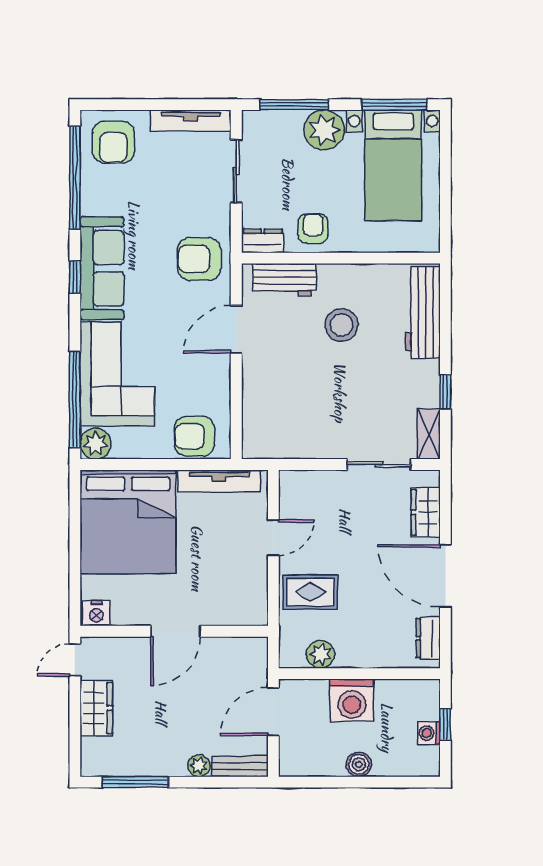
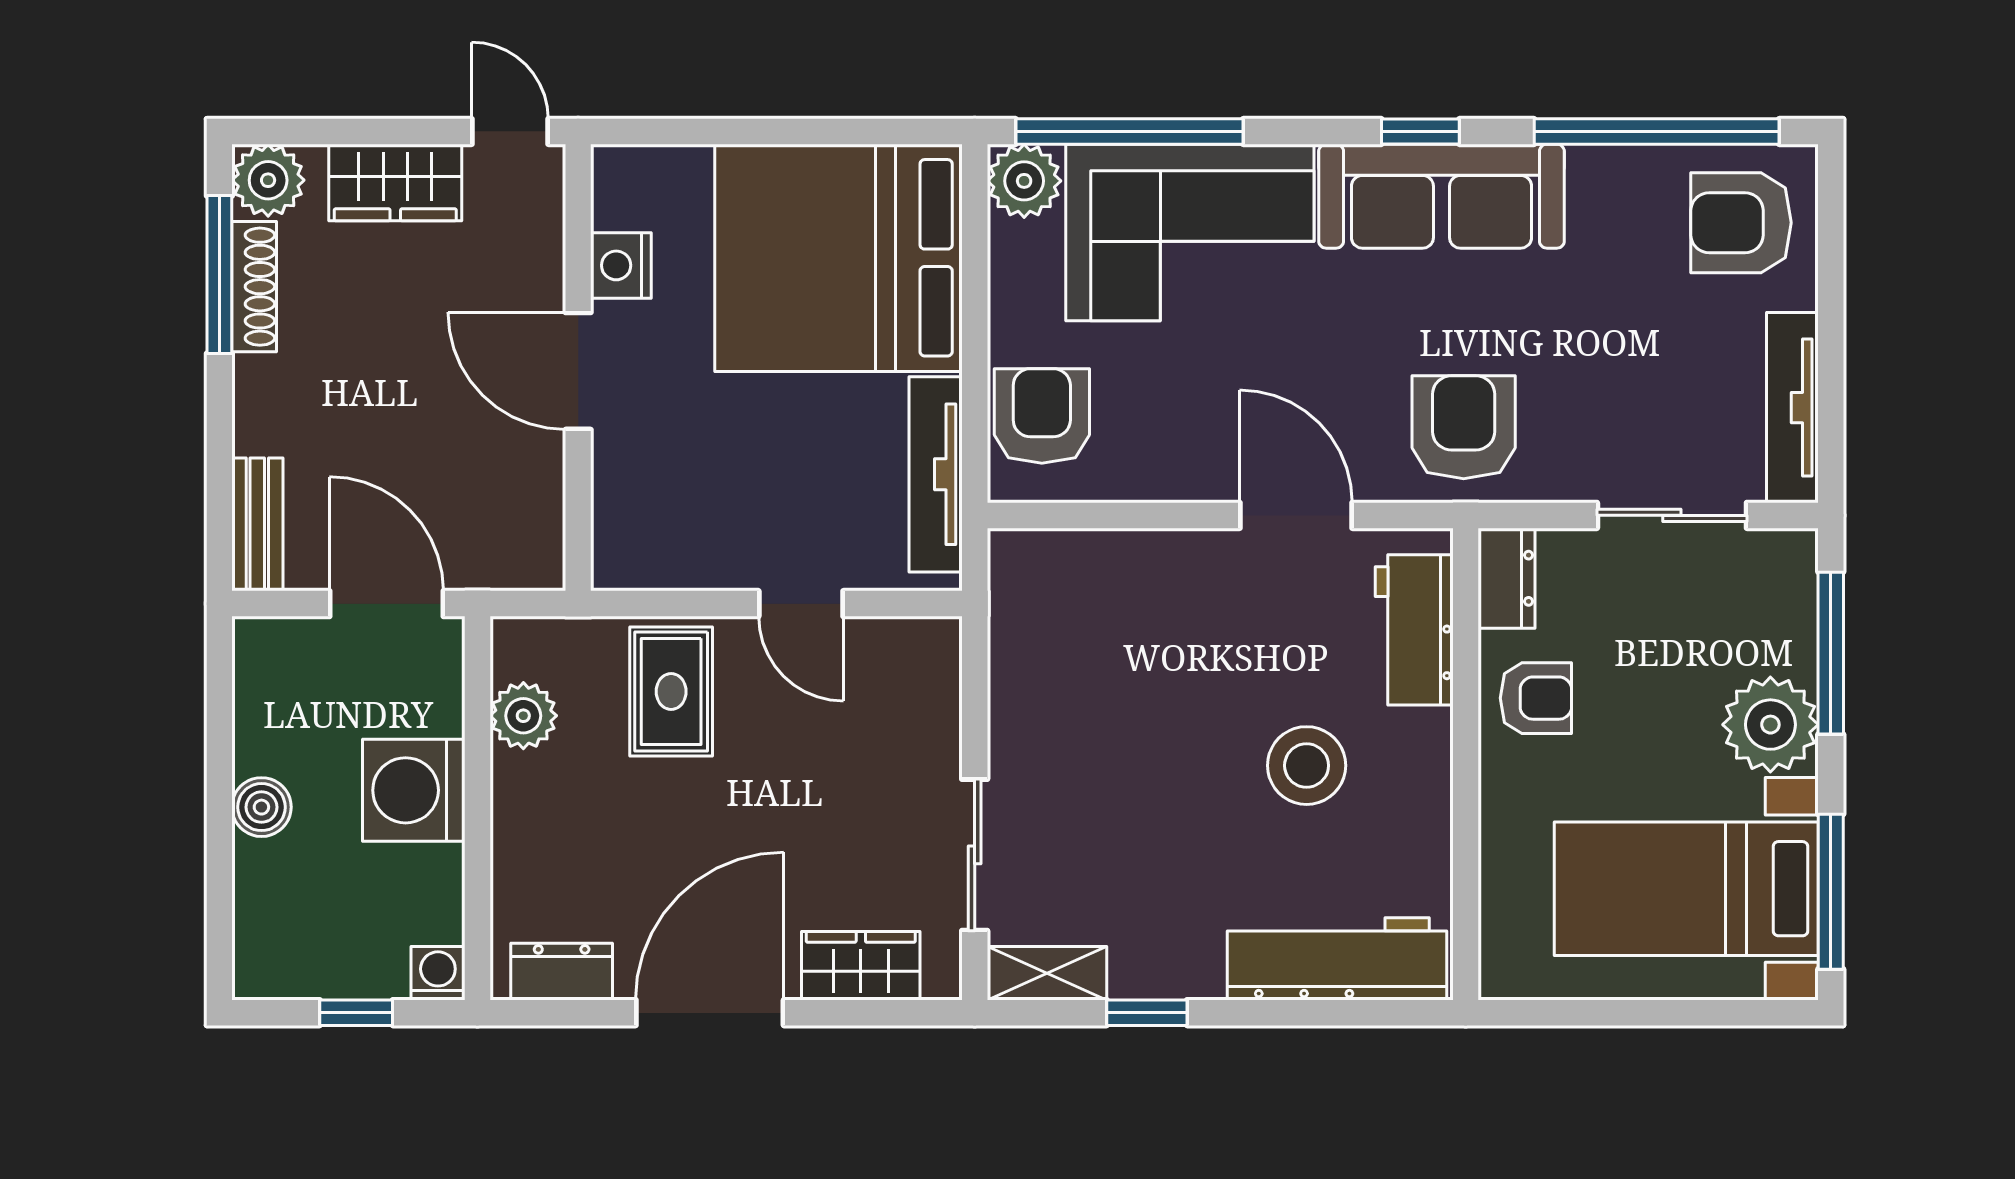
nightstand: (96, 613) -> (621, 265), moved
washing machine: (429, 733) -> (438, 973), moved
plant: (199, 766) -> (268, 180), moved, width x1.38, depth x1.38
shoe rack: (140, 767) -> (254, 287), added

